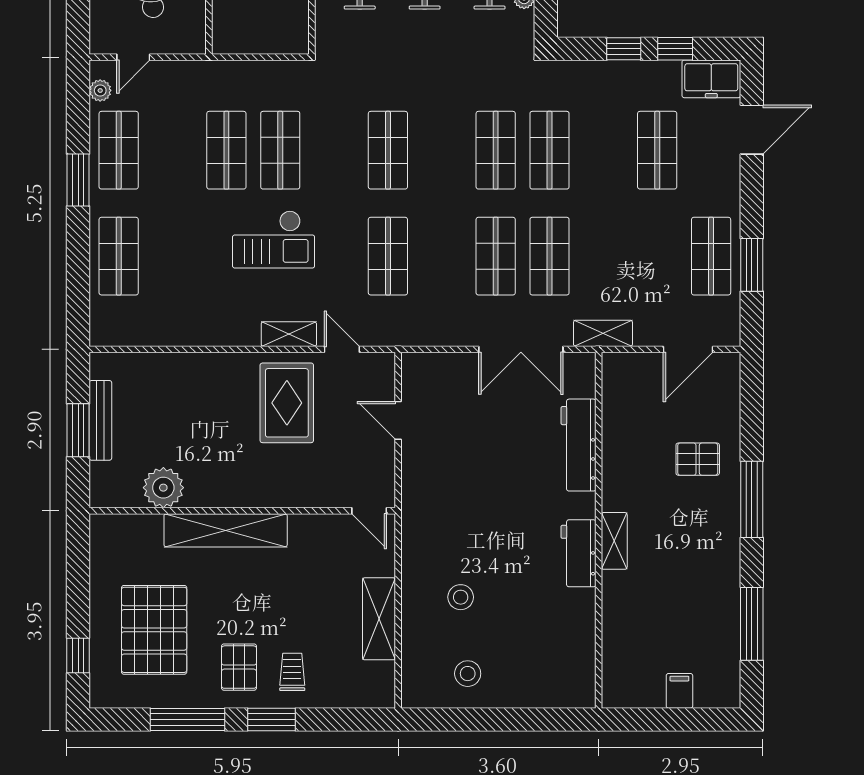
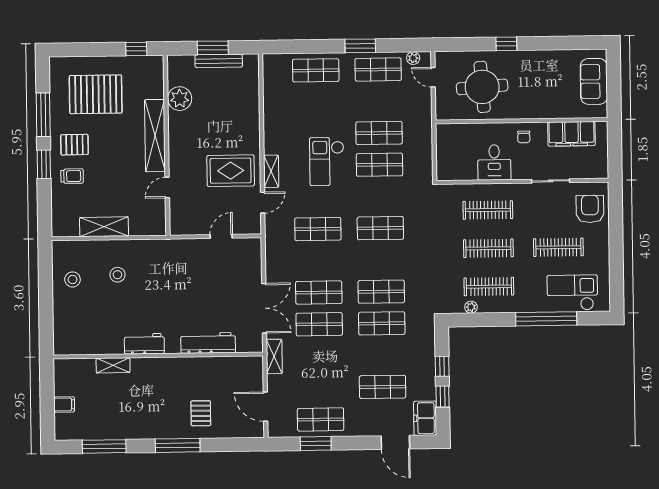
double door: (521, 349) -> (264, 308), swing flipped
door: (369, 511) -> (167, 188), moved
shelving: (614, 541) -> (113, 365), moved
window: (78, 655) -> (136, 49), moved

